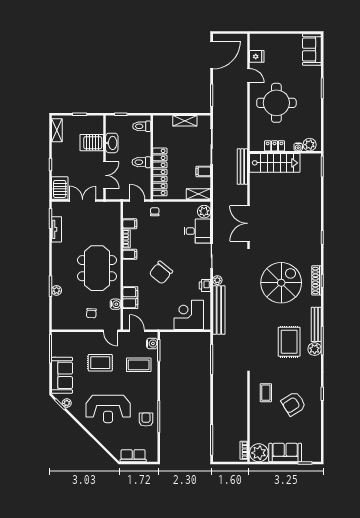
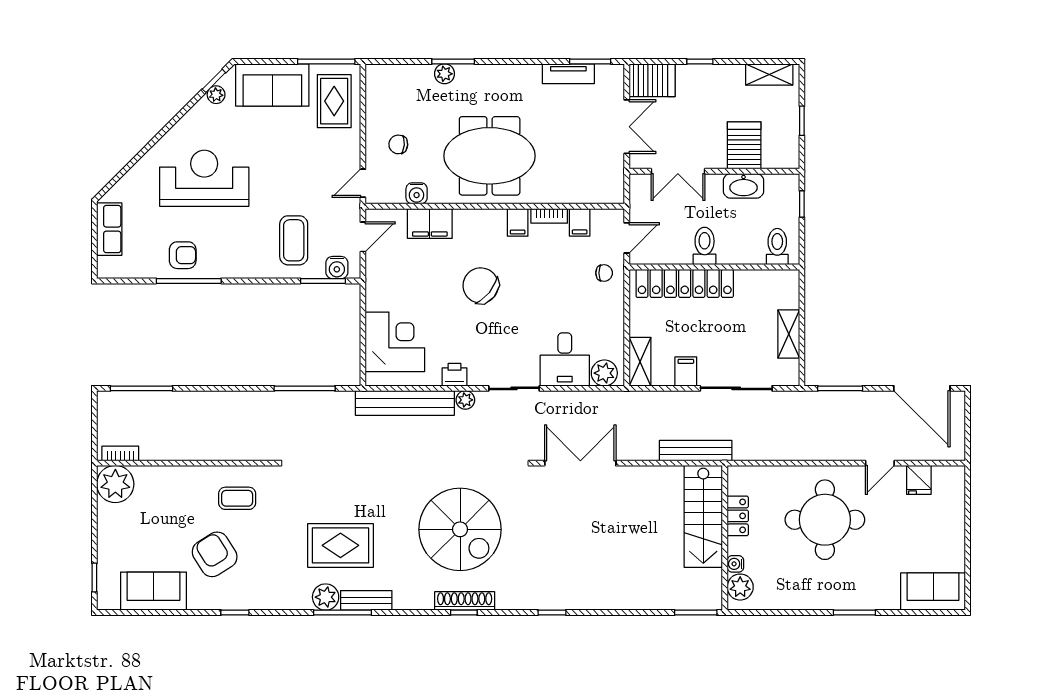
bench: (316, 324) -> (366, 600), width x0.73
rug: (100, 363) -> (334, 101), moved
reception desk: (108, 409) -> (204, 178), turned 90
sofa: (285, 453) -> (153, 591), moved, turned -90

